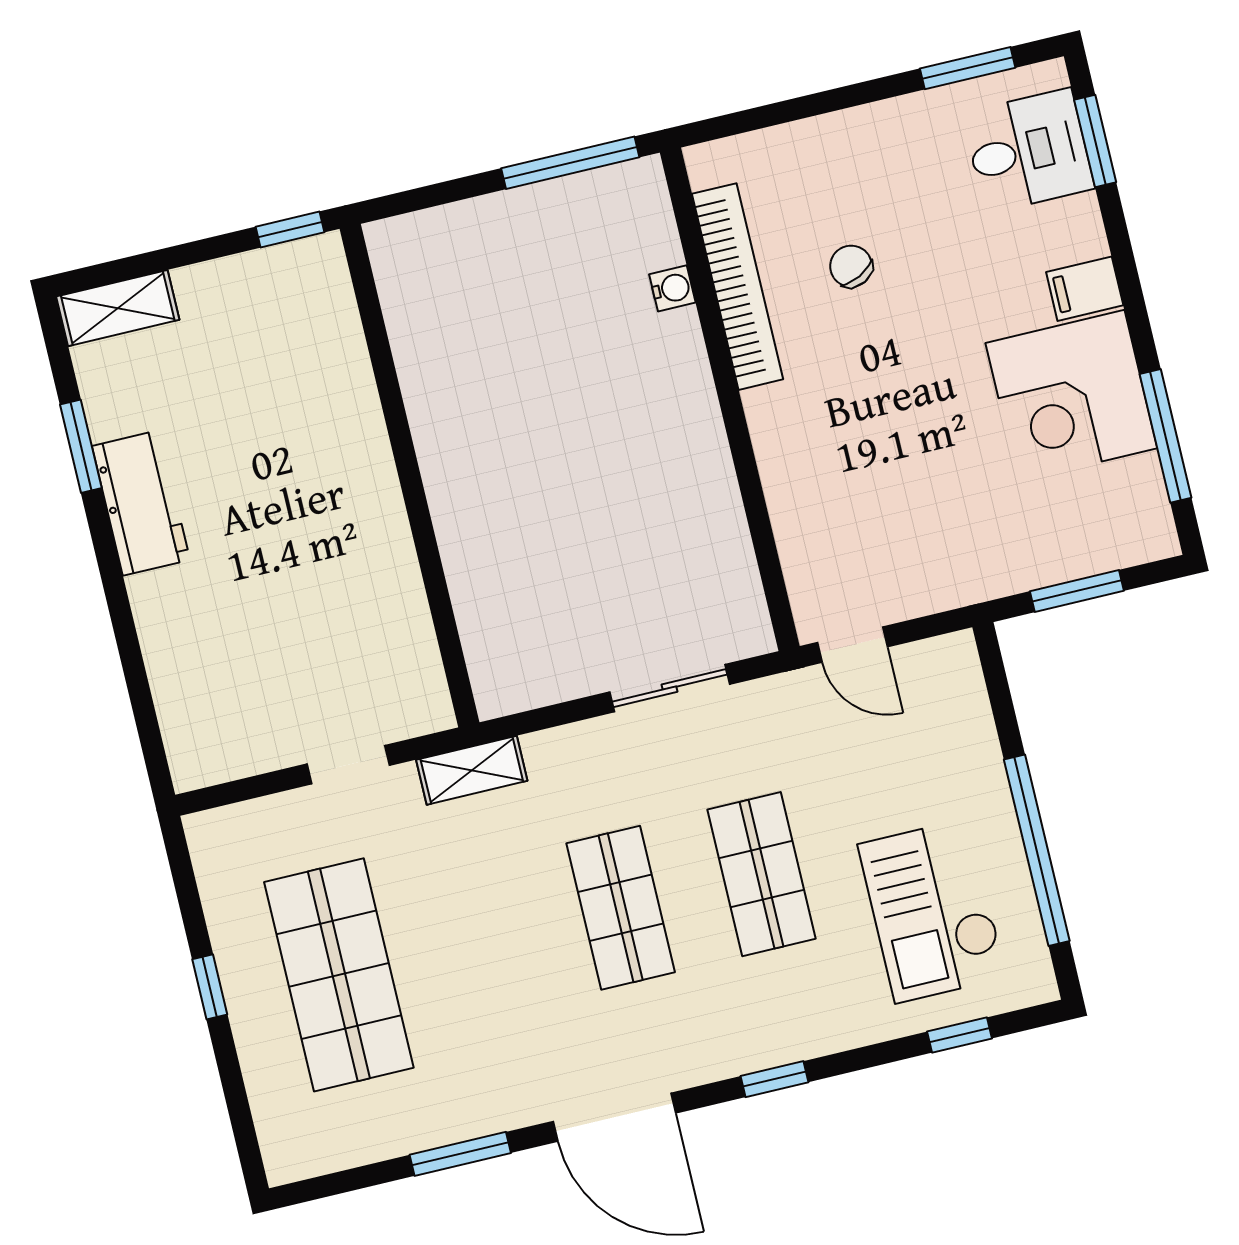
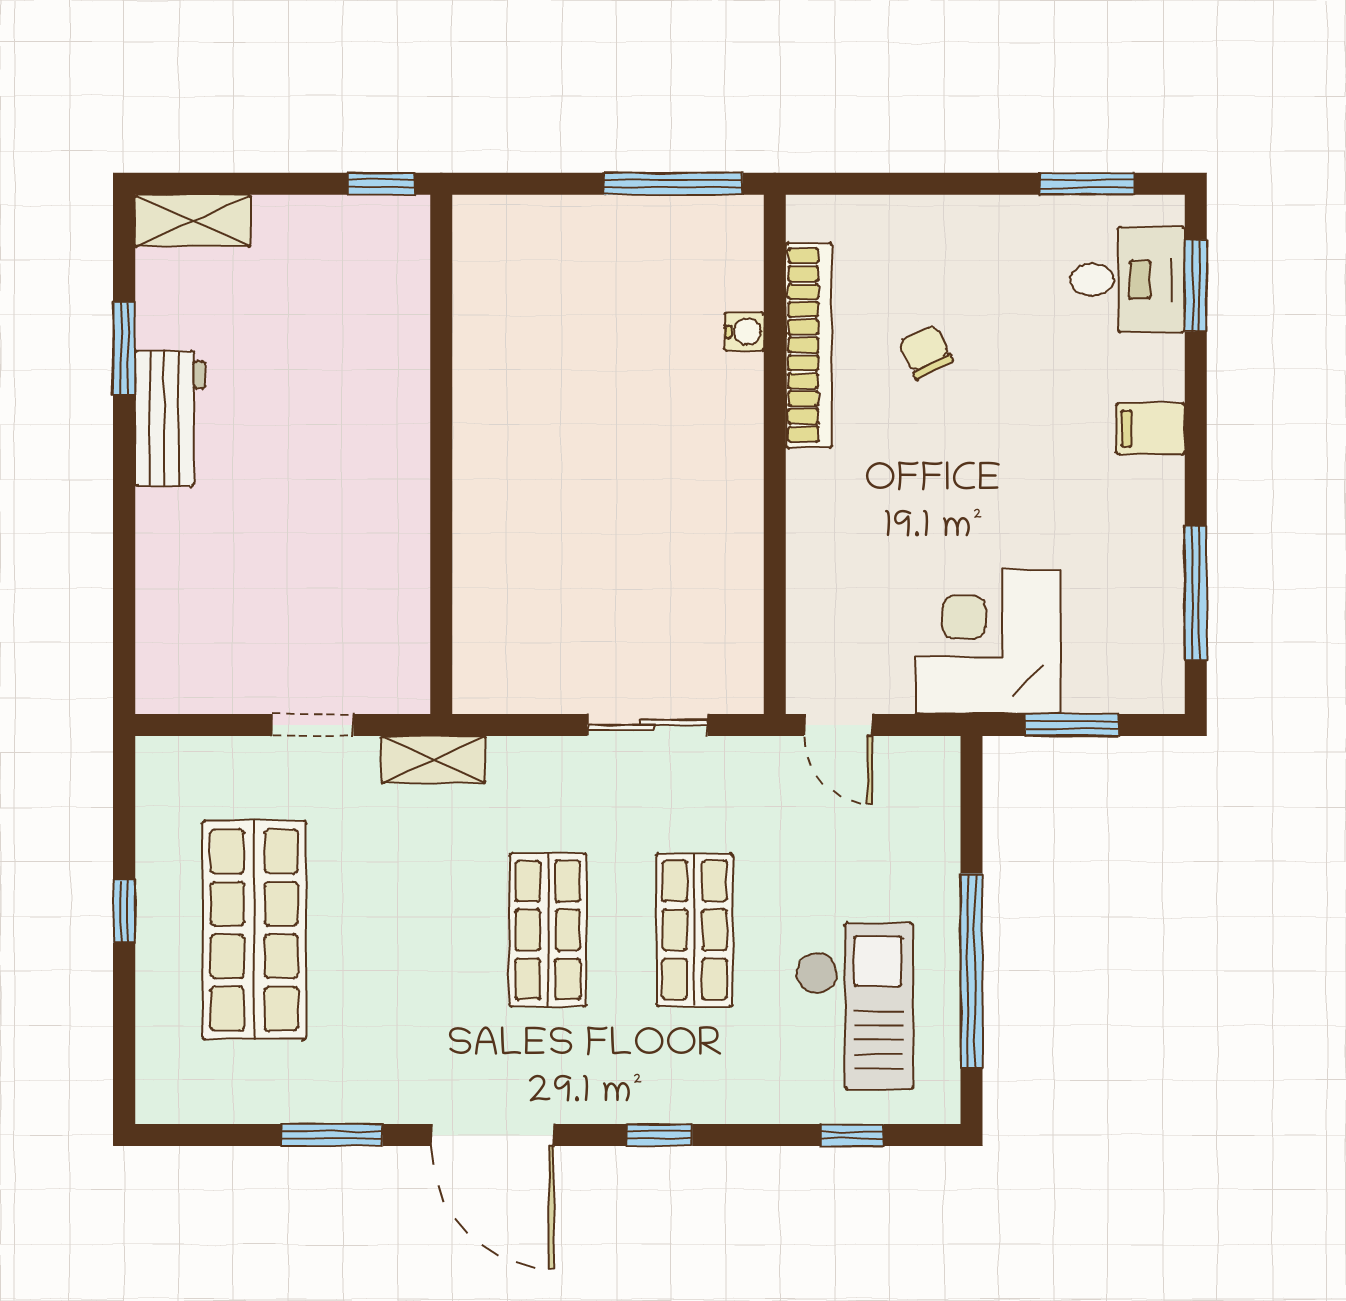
corner desk: (1071, 396) -> (988, 642), moved, turned 90
checkout: (932, 911) -> (854, 1006), turned 180

